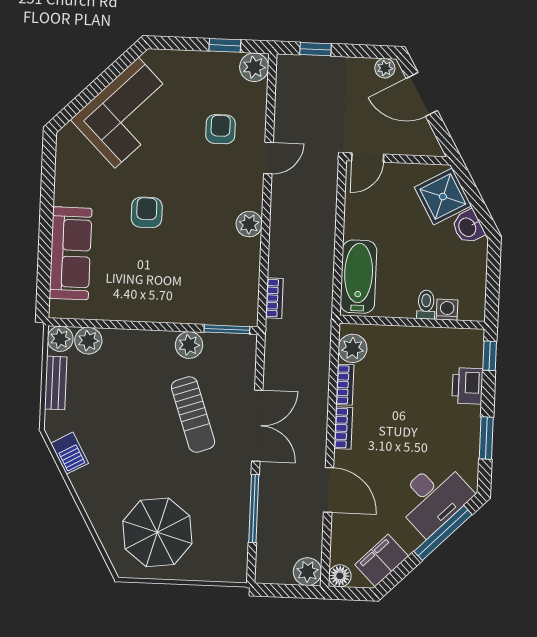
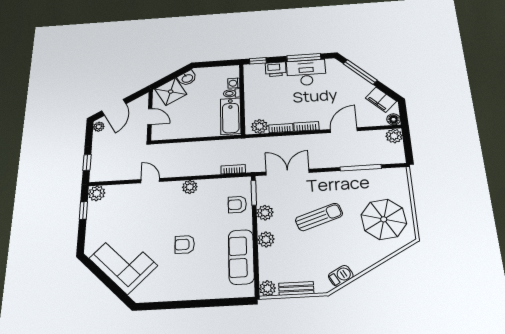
armchair: (221, 129) -> (237, 204), moved
door: (368, 157) -> (150, 117), moved
sofa: (71, 253) -> (241, 257), moved, turned -90
bathtub: (358, 277) -> (231, 116), moved, turned -90
plant: (88, 341) -> (266, 239), moved
sun lounger: (193, 414) -> (319, 217), moved
double door: (257, 426) -> (288, 172), moved
window: (486, 438) -> (304, 58), width x1.44
desk: (433, 497) -> (306, 73), moved, turned -45

